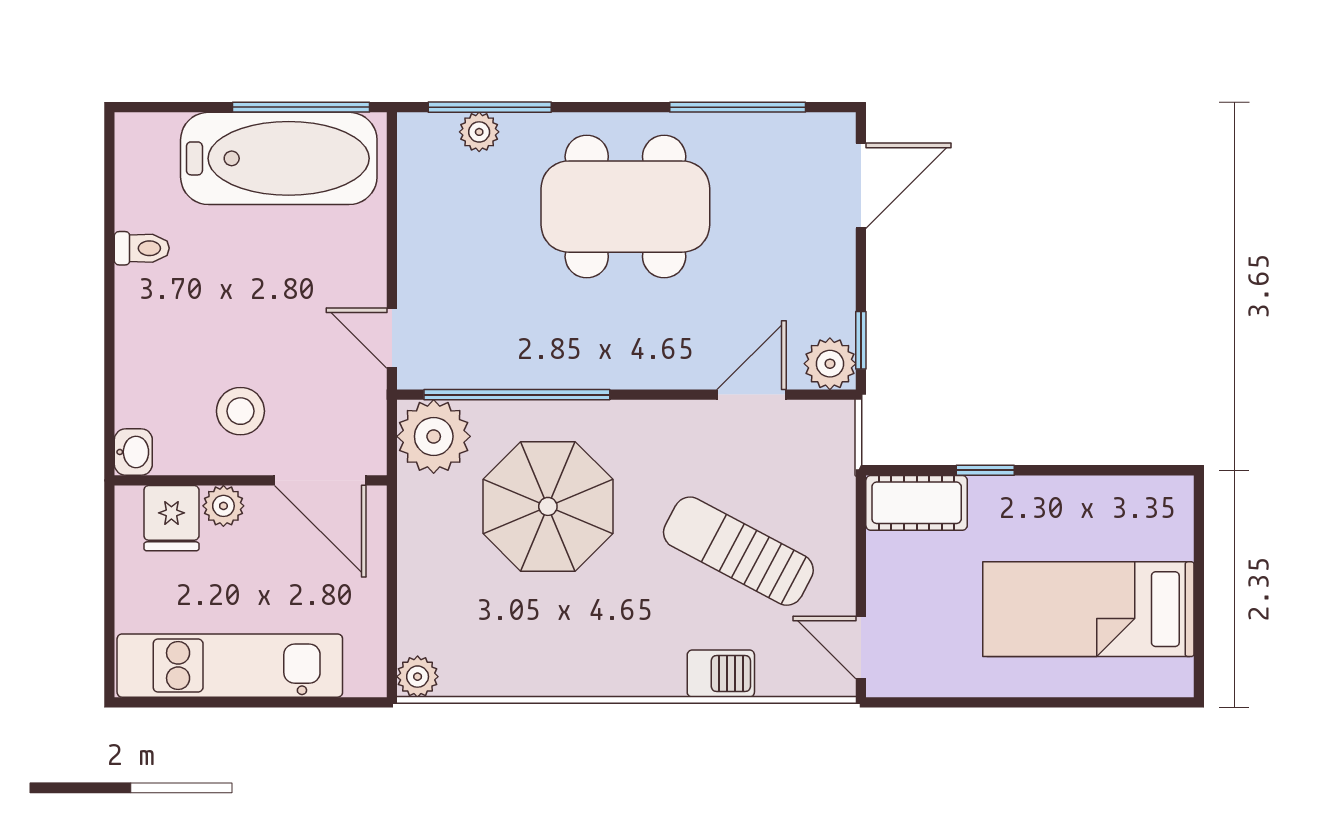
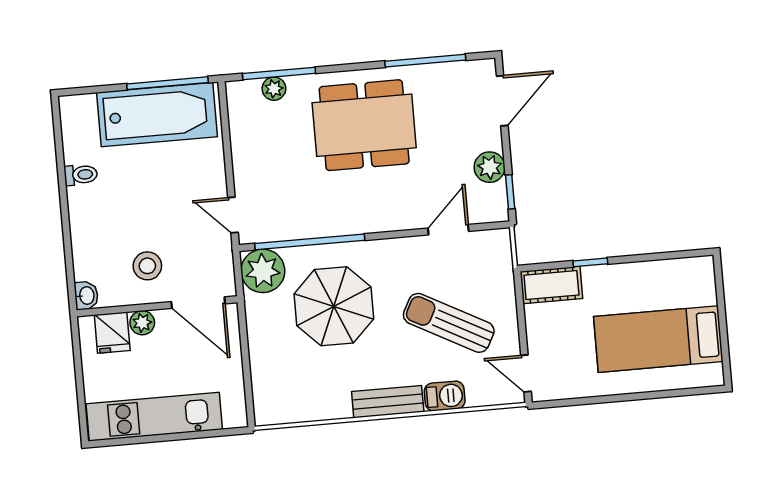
plant: (830, 364) -> (490, 167), moved
bench: (624, 675) -> (388, 402), added
plant: (418, 677) -> (266, 414), removed

